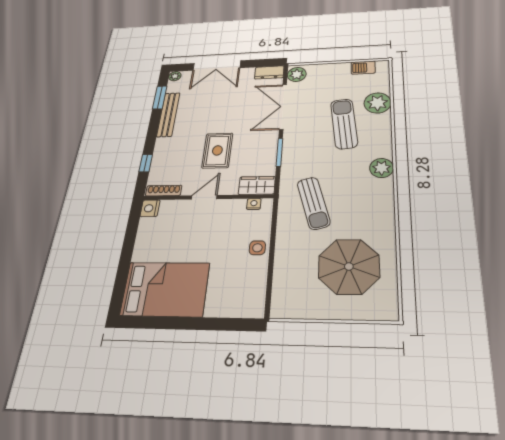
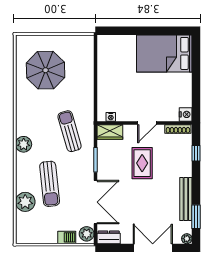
barbecue: (363, 68) -> (67, 237), moved
sun lounger: (313, 203) -> (70, 131), moved
side table: (257, 248) -> (105, 83), removed

